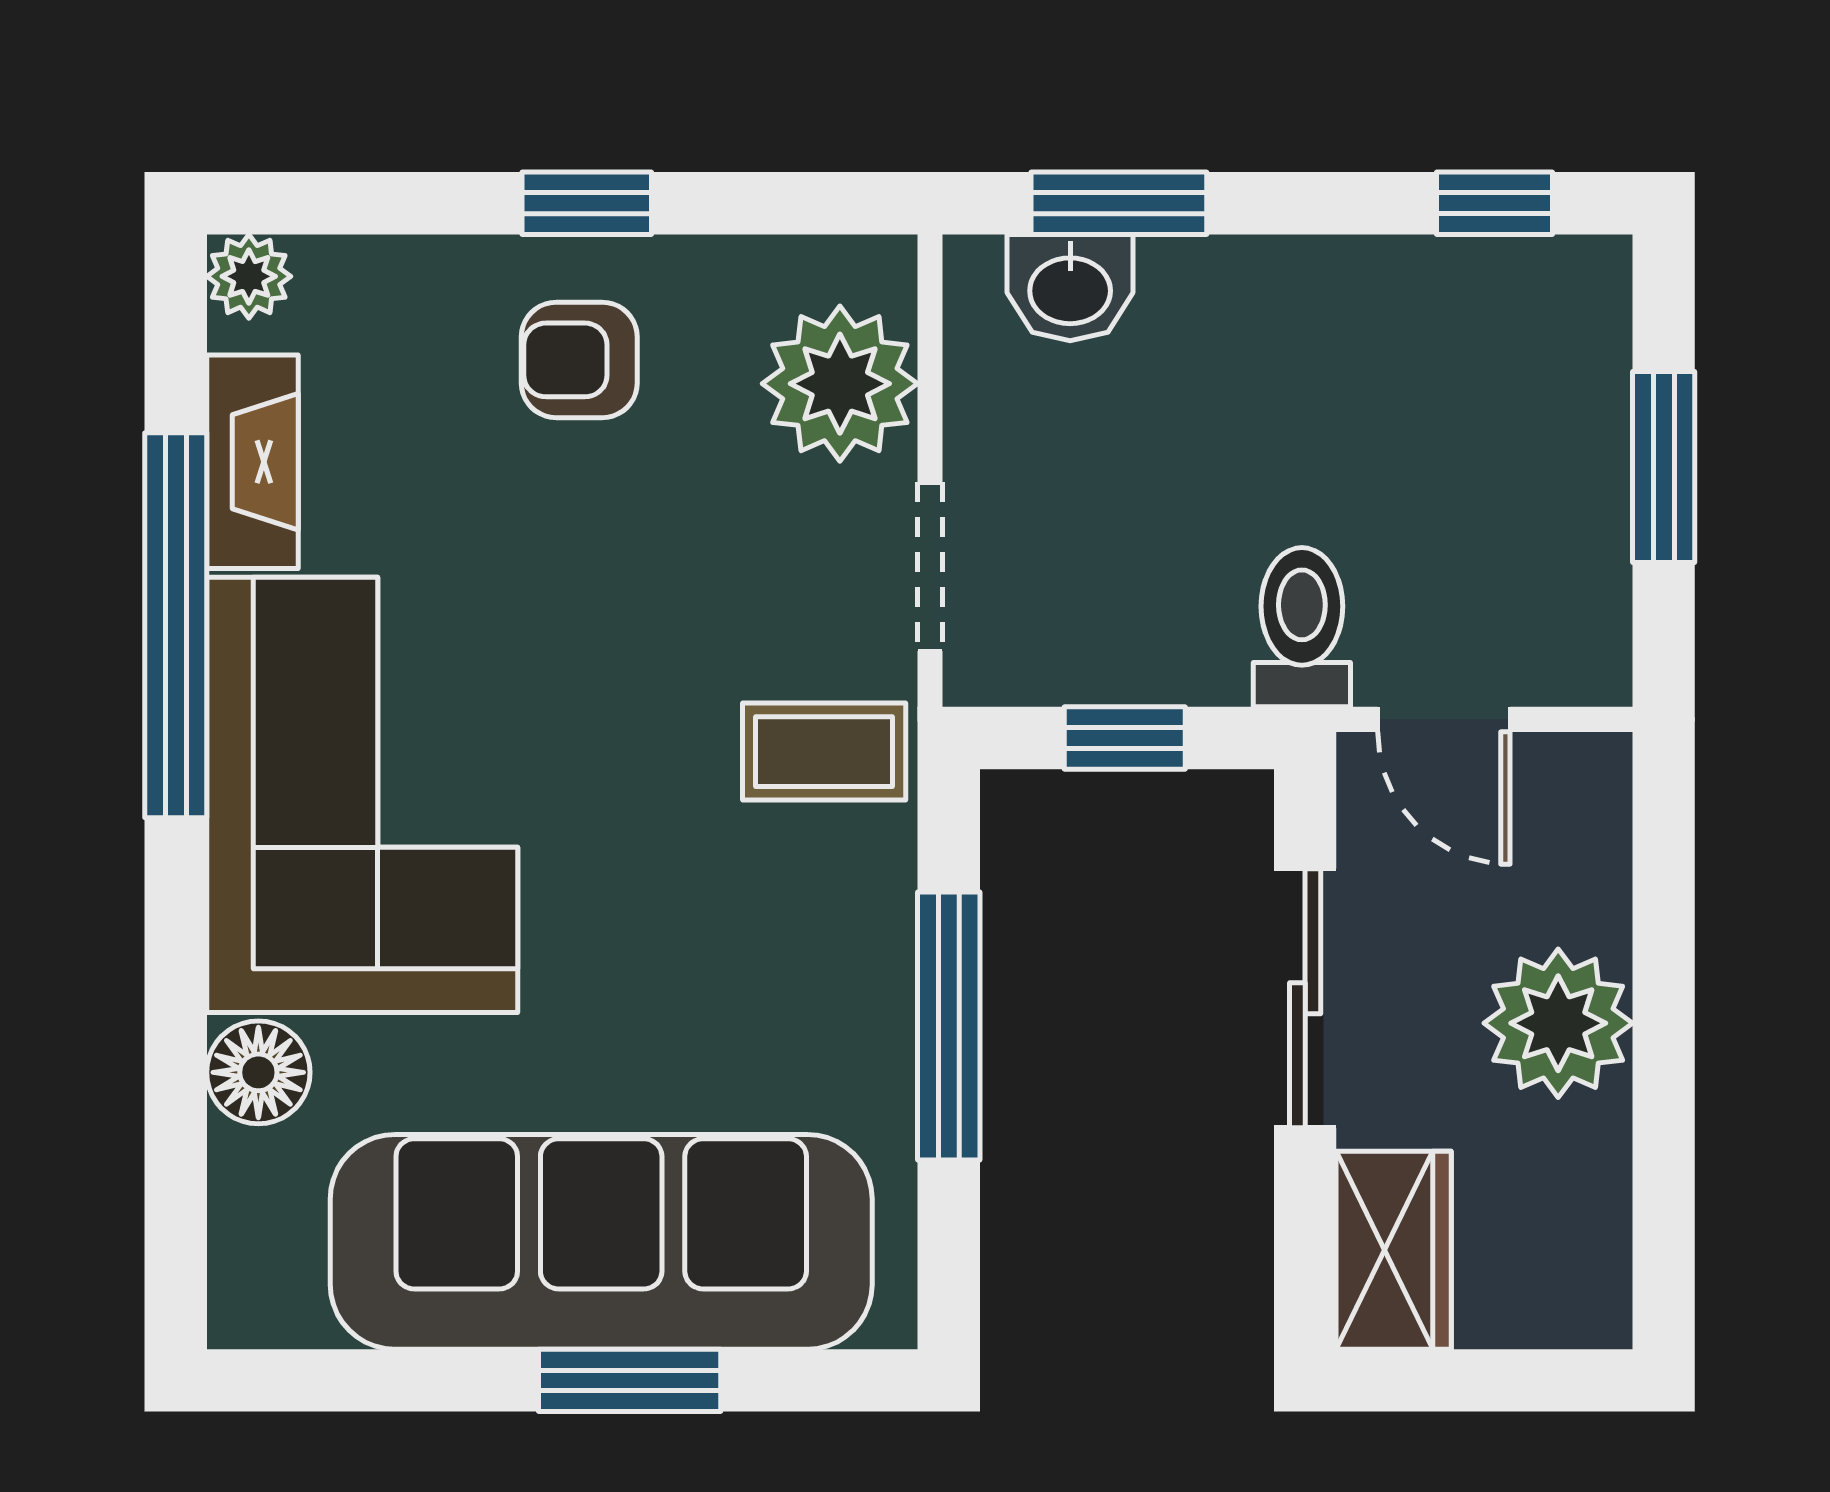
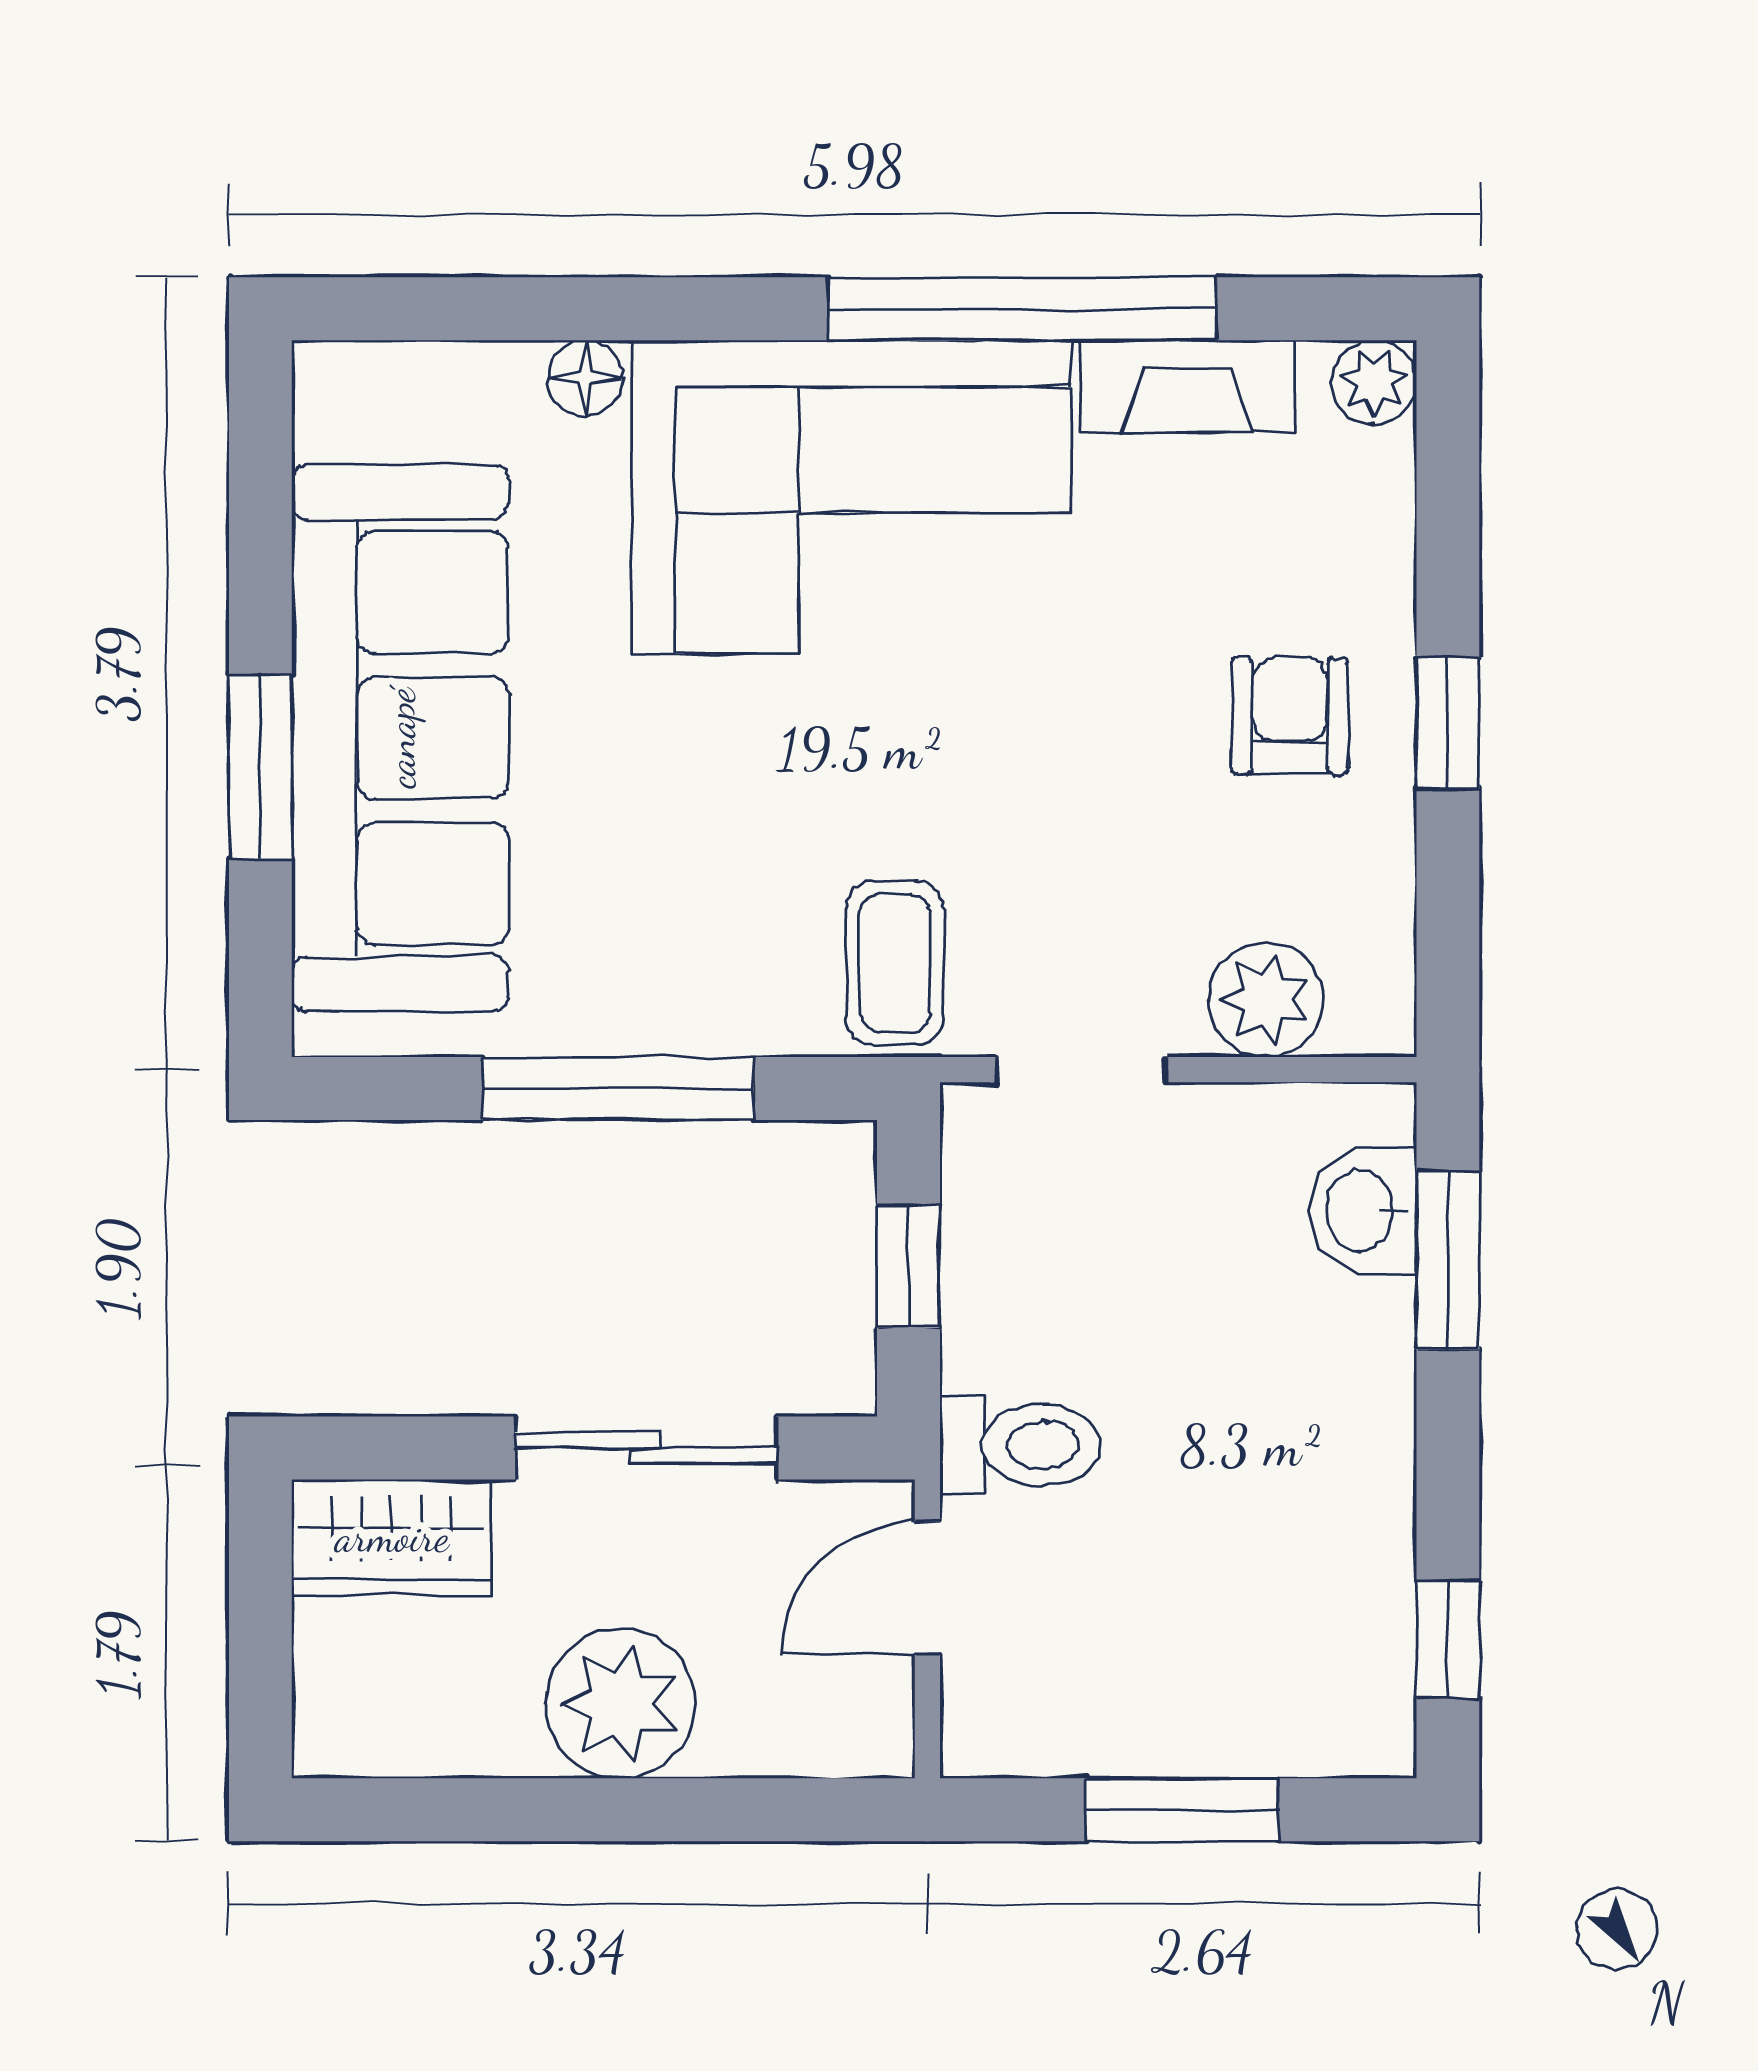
plant: (840, 384) -> (1266, 1000), width x0.73, depth x0.73
floor lamp: (258, 1072) -> (585, 378), width x0.73, depth x0.73

